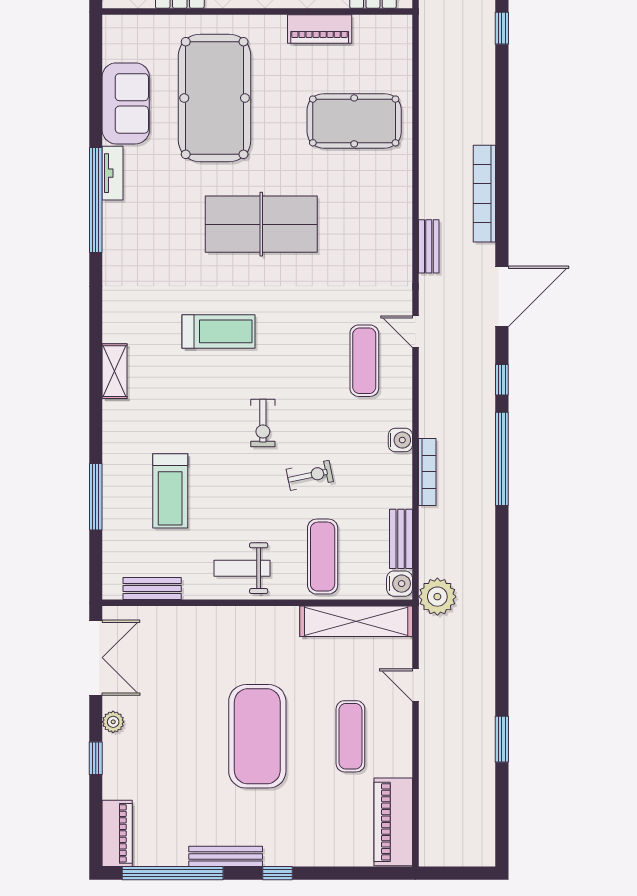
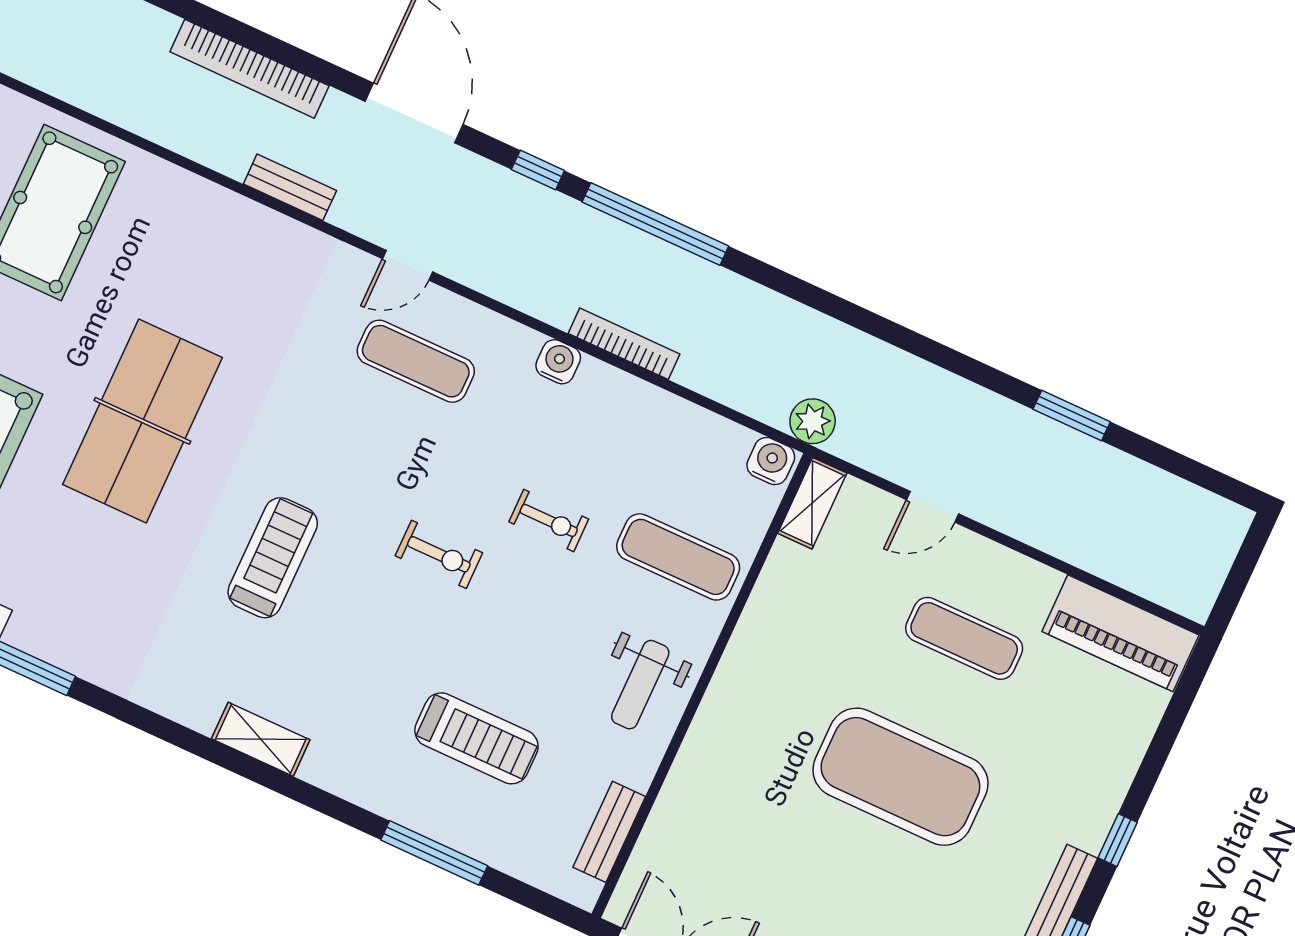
exercise bike: (310, 475) -> (549, 520), turned 102
bench: (401, 539) -> (705, 428), removed
plant: (437, 597) -> (813, 421), width x0.73, depth x0.73
shelving: (356, 621) -> (812, 503), width x0.45, depth x0.75

